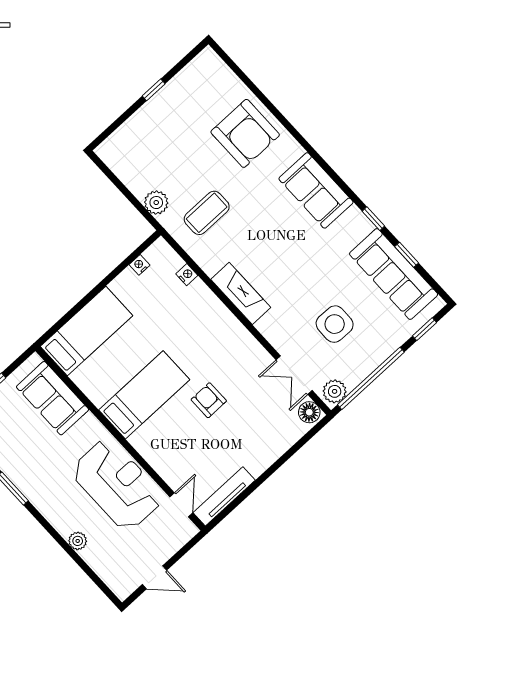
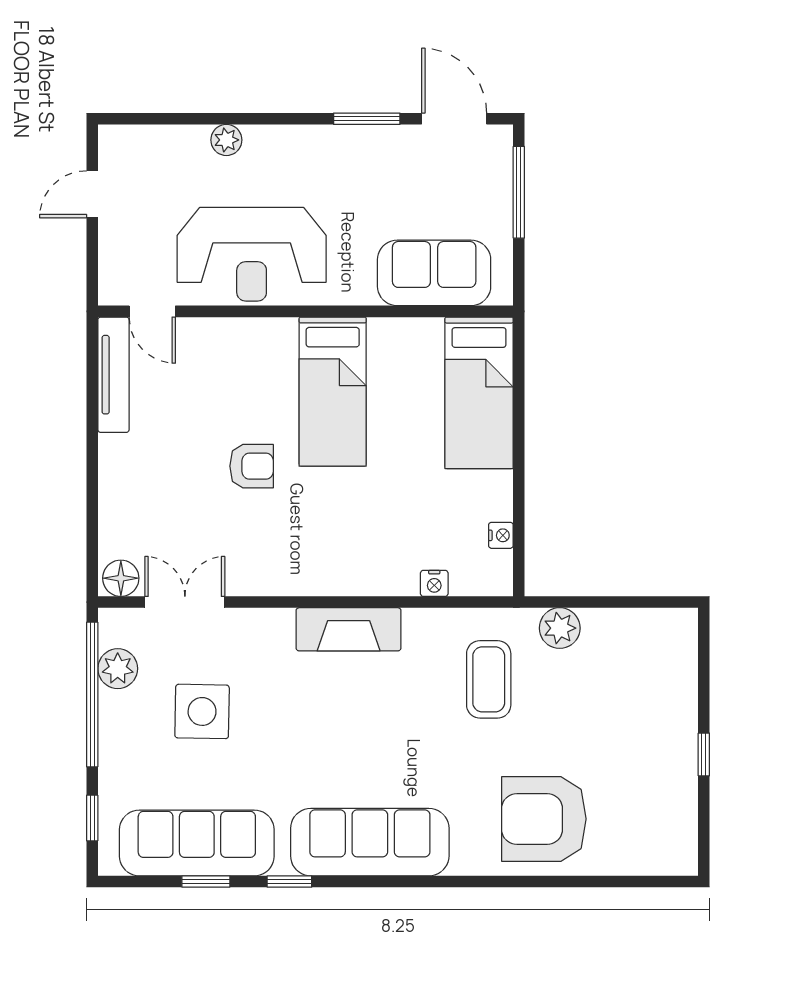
sofa: (316, 190) -> (370, 842), width x1.36
plant: (335, 391) -> (118, 669), moved

